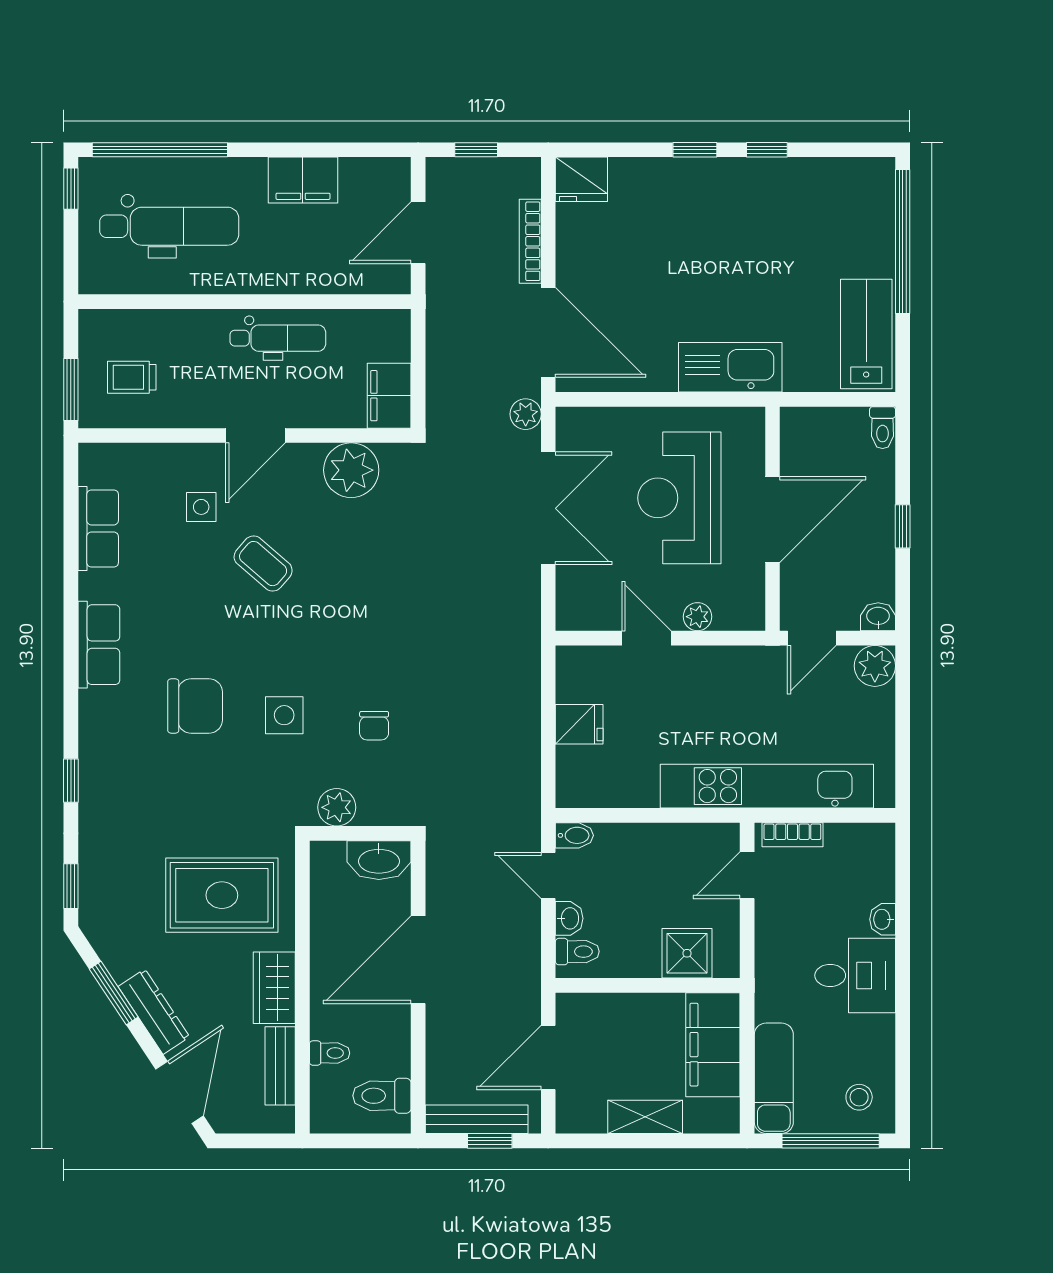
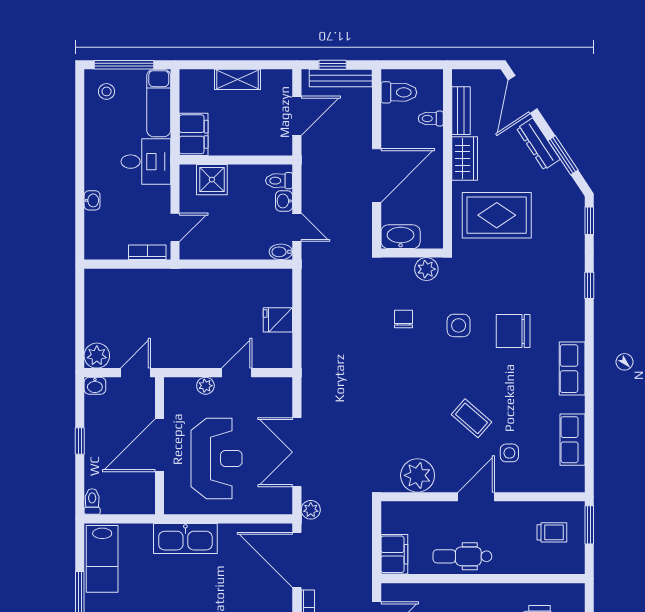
filing cabinet: (389, 396) -> (394, 554), moved
door: (647, 638) -> (237, 373), swing flipped
kitchen unit: (767, 786) -> (163, 282), removed
desk: (855, 975) -> (146, 162), moved, turned 180
filing cabinet: (713, 1045) -> (194, 134), width x0.67, depth x0.86

